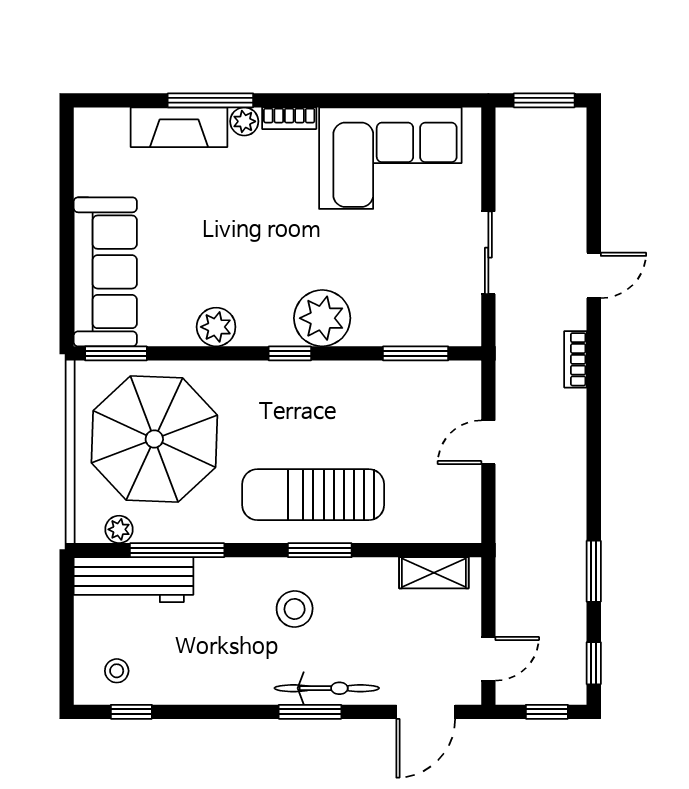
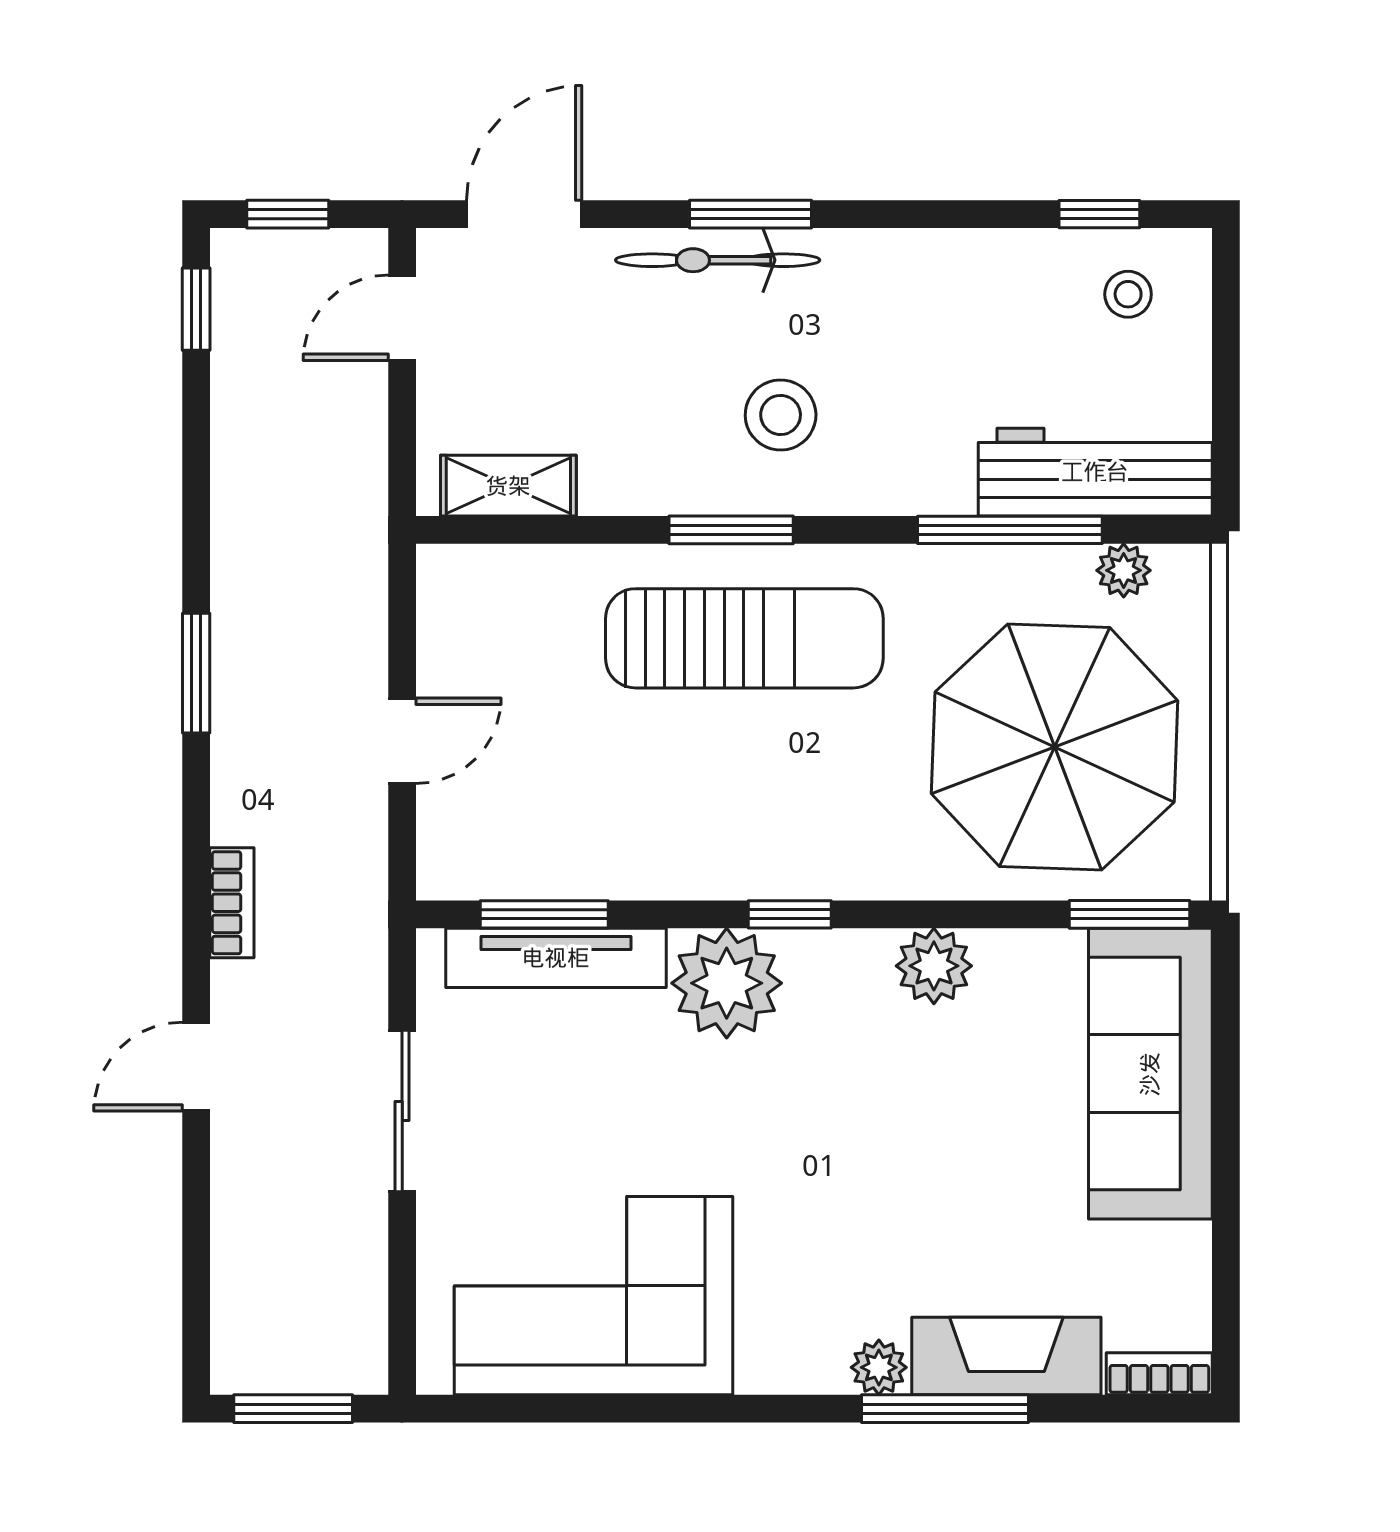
bookcase: (289, 118) -> (1159, 1374), moved
tv unit: (409, 331) -> (556, 958), added
window: (594, 571) -> (196, 673), moved

